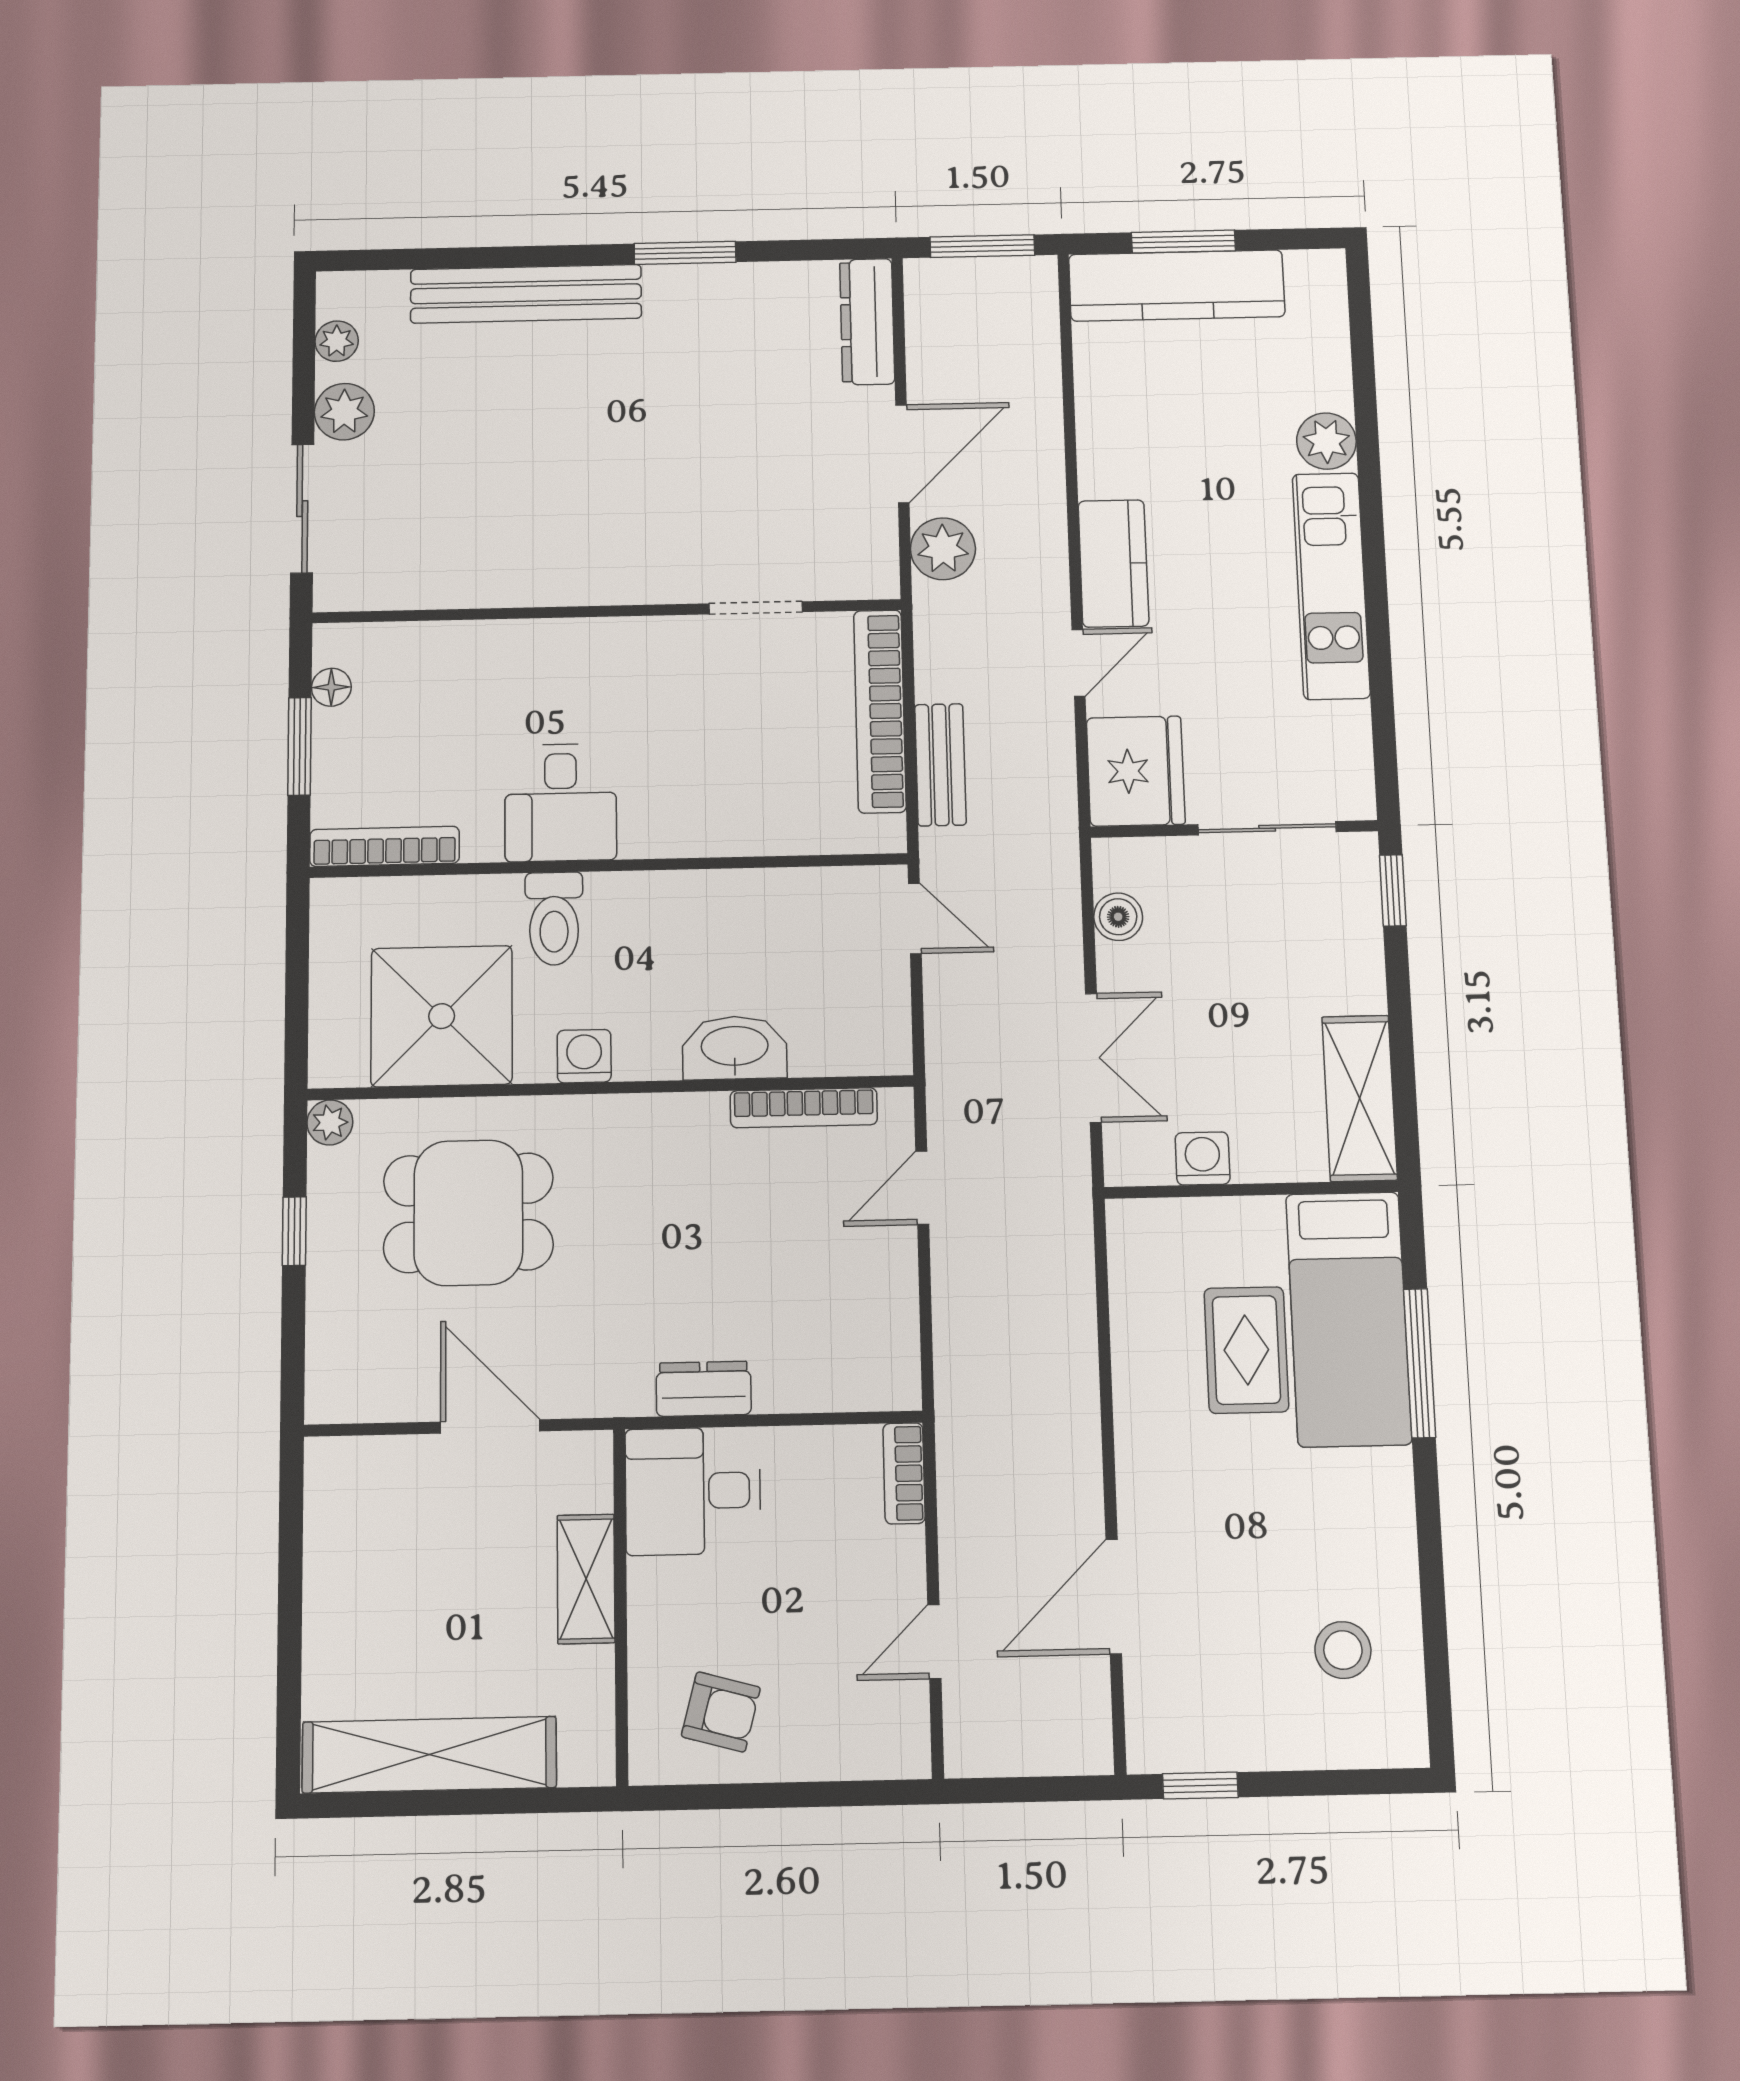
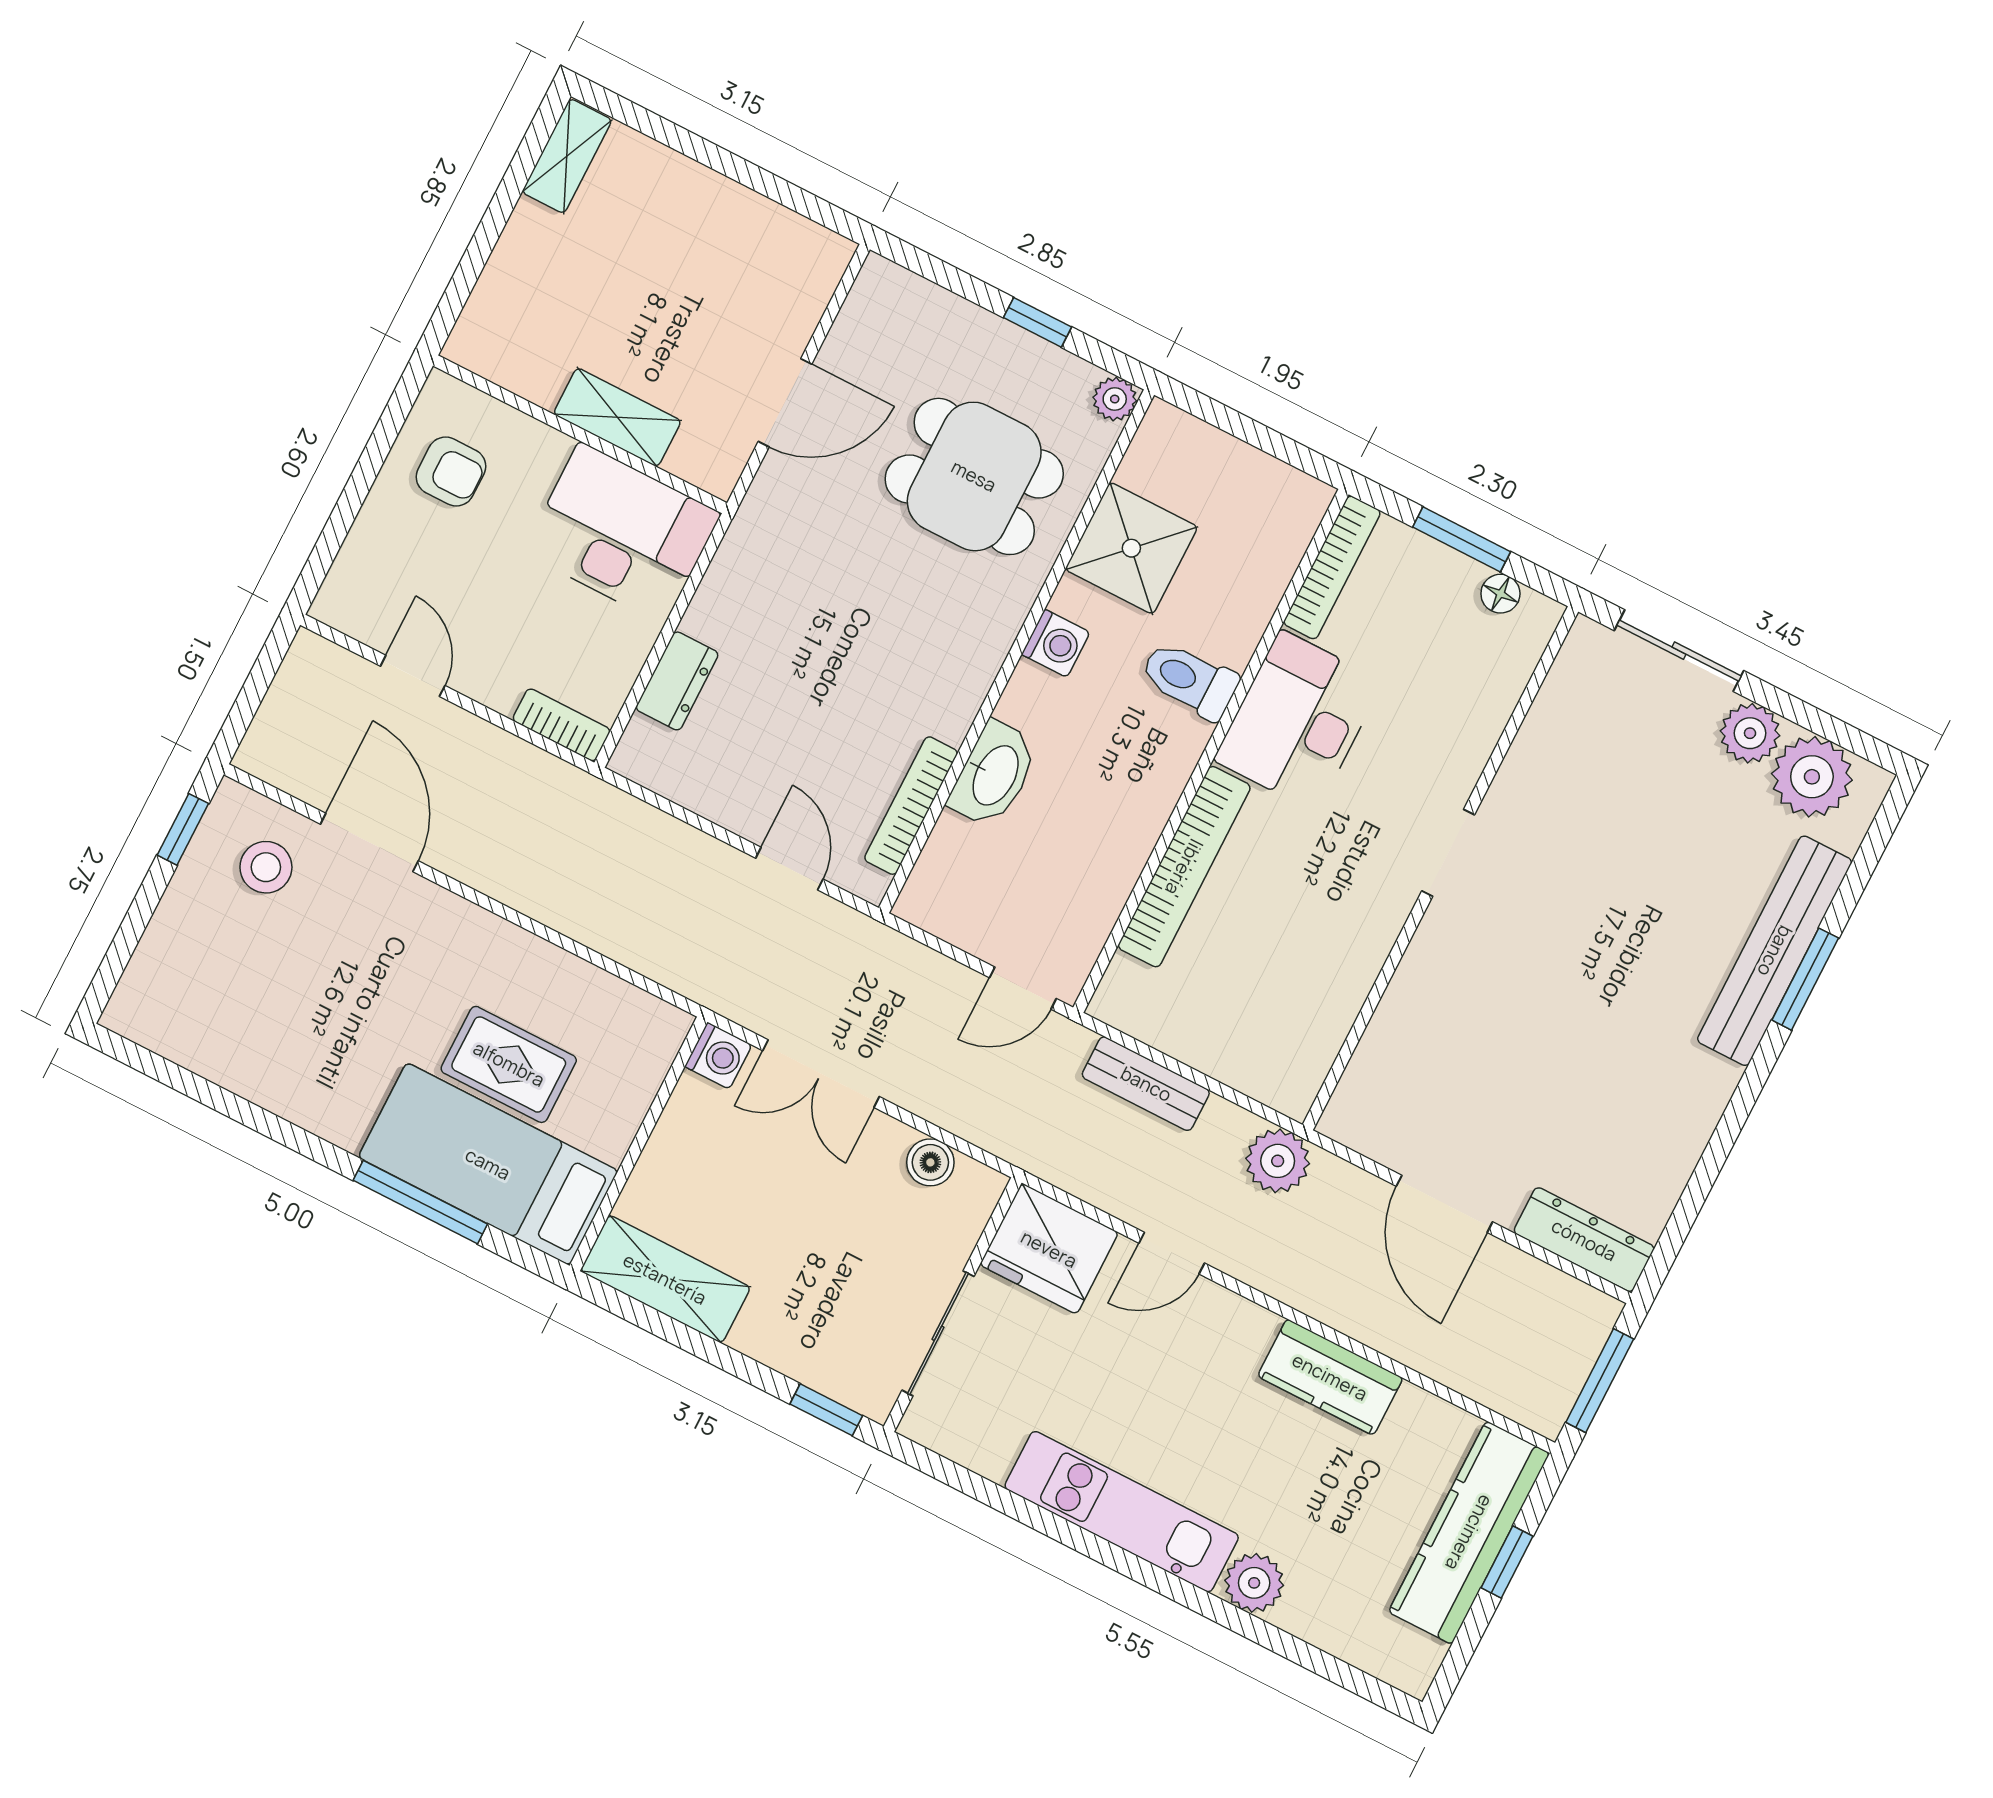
window: (1183, 242) -> (1507, 1562), width x0.67
window: (685, 253) -> (1805, 979), moved
plant: (337, 341) -> (1812, 777), width x1.88, depth x1.88
plant: (943, 549) -> (1278, 1161), moved
kitchen counter: (1113, 563) -> (1330, 1377), moved
doorway: (756, 608) -> (1448, 853), moved
door: (1078, 663) -> (1172, 1253), hinge flipped
bookcase: (880, 711) -> (1184, 867), moved, turned 90
desk: (561, 803) -> (1298, 721), width x1.37
shower: (442, 1016) -> (1131, 548), width x0.73, depth x0.73
washing machine: (1203, 1158) -> (718, 1056), moved
dining table: (468, 1213) -> (974, 476), turned 90
dresser: (704, 1389) -> (677, 681), moved
desk: (693, 1491) -> (622, 533), width x1.37
stool: (1343, 1650) -> (266, 867), moved
armchair: (721, 1712) -> (451, 472), turned -105
shelving: (429, 1755) -> (567, 156), width x0.45, depth x0.75

